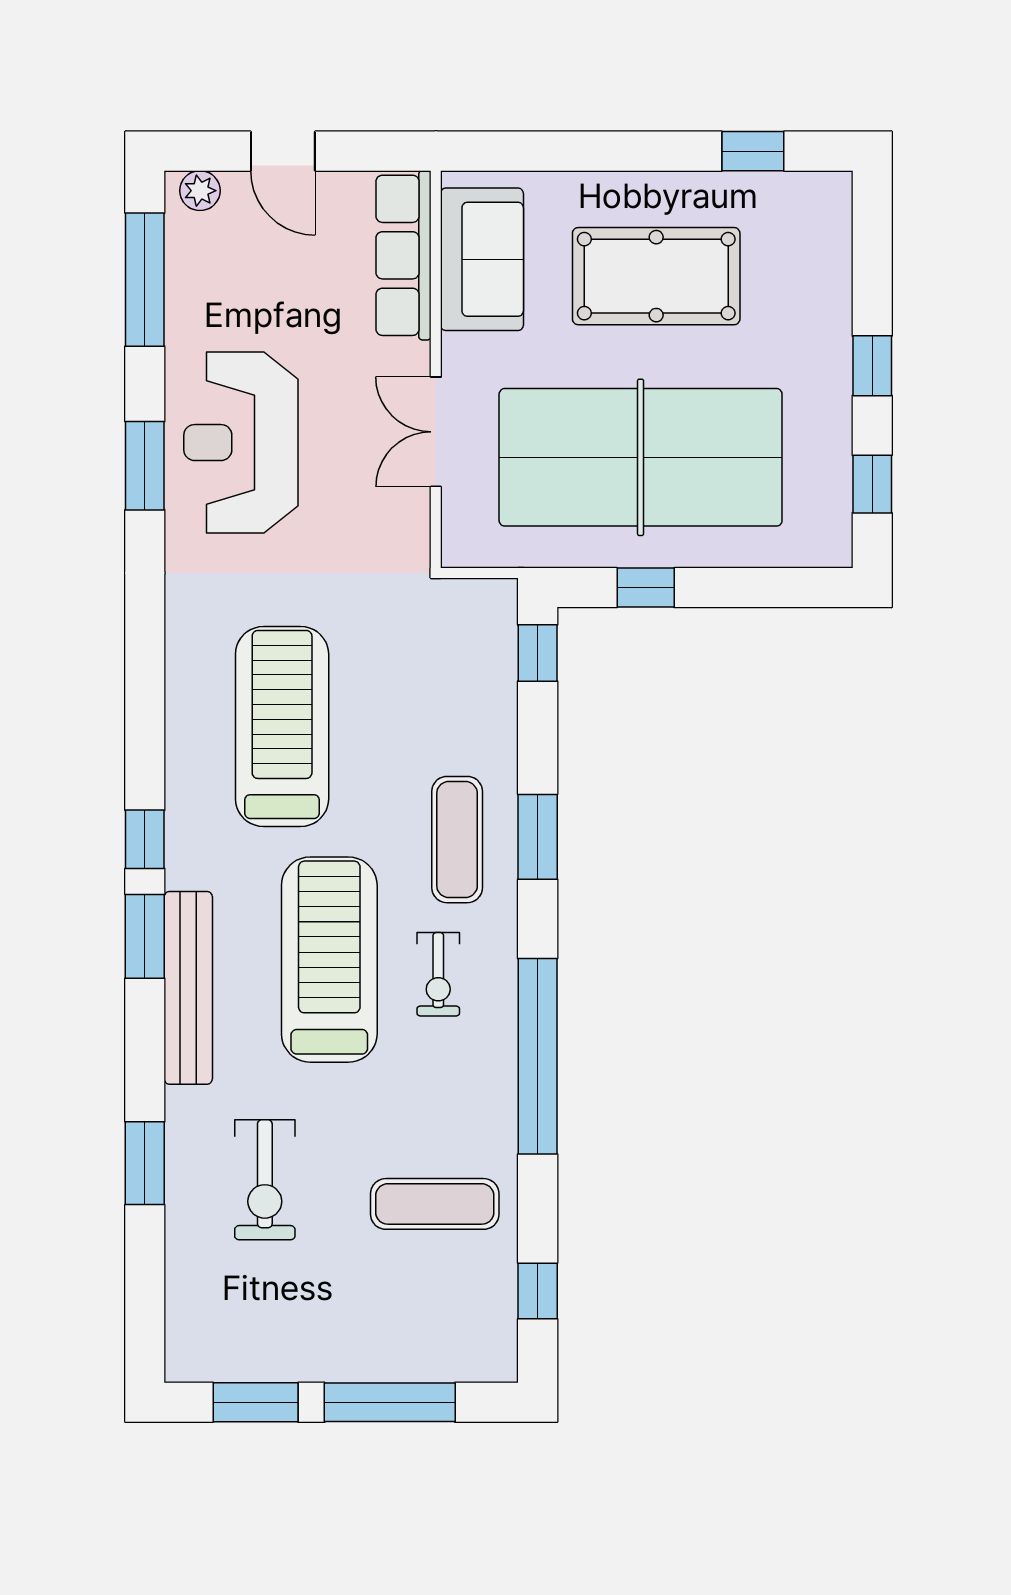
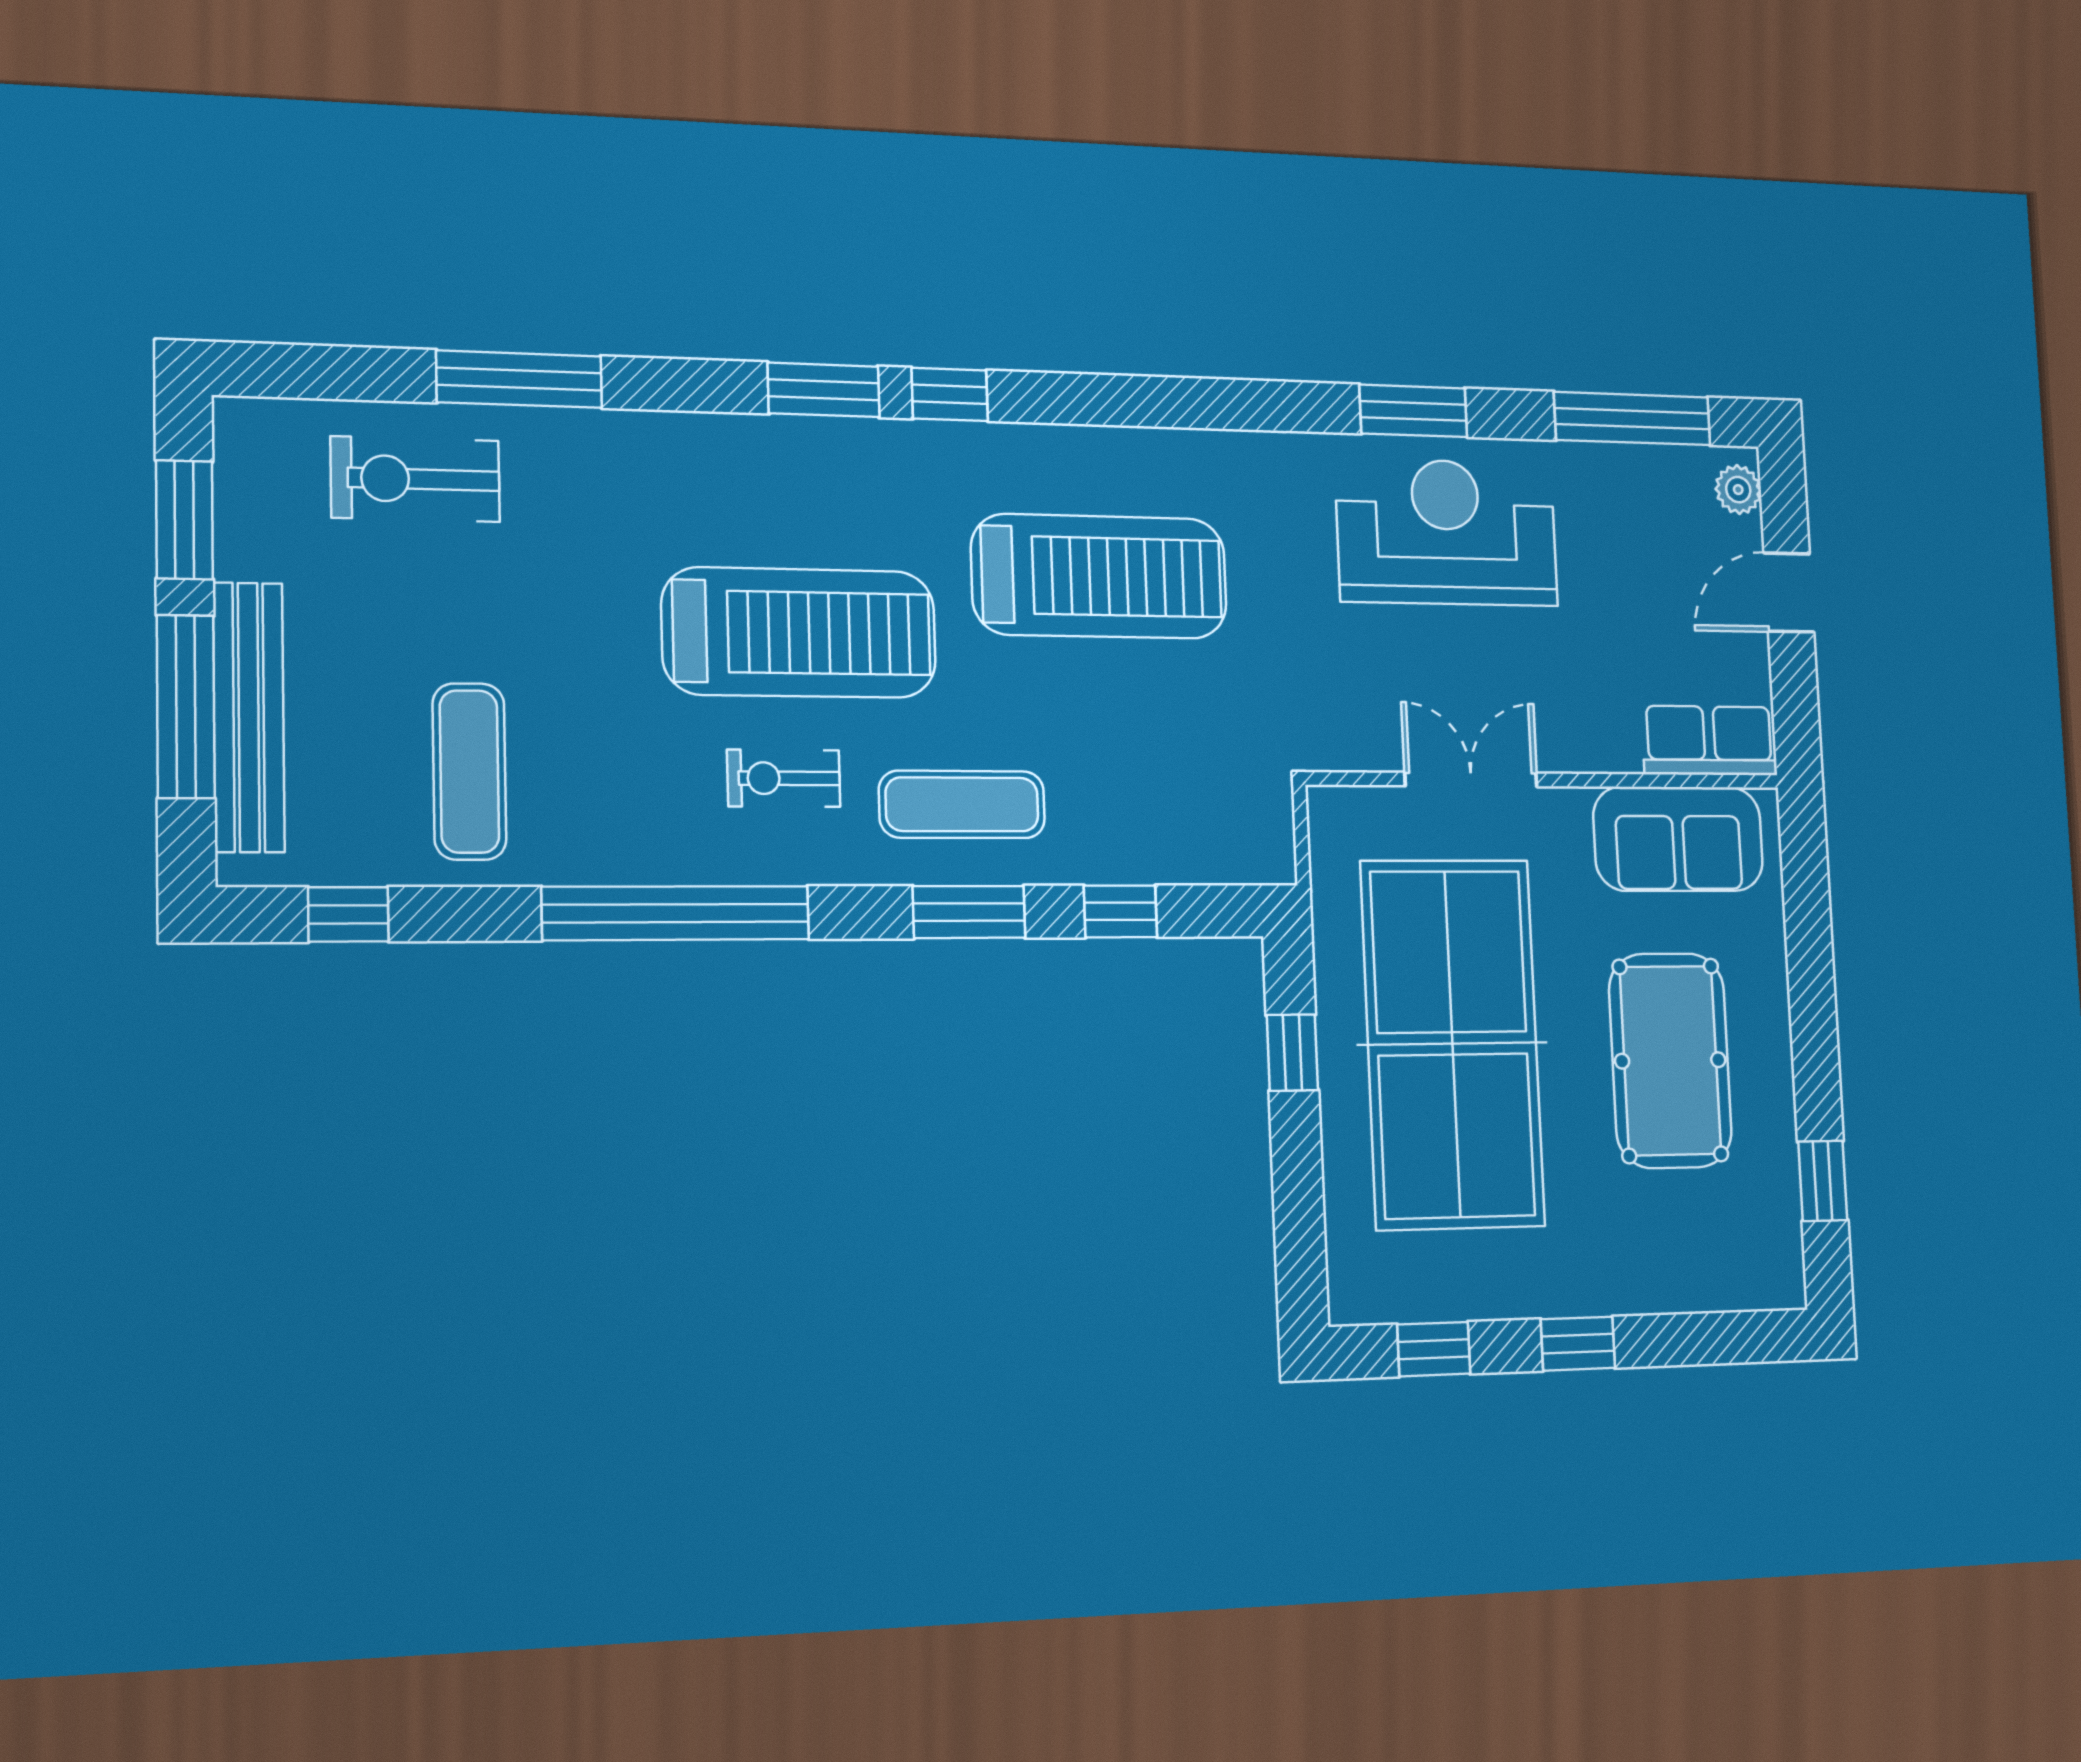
row of seats: (404, 255) -> (1709, 741), width x0.68
window: (538, 653) -> (1120, 911), moved
bench: (188, 988) -> (249, 717), moved, turned 90
window: (145, 1163) -> (519, 379), width x1.44
exercise bike: (265, 1180) -> (415, 479), moved

